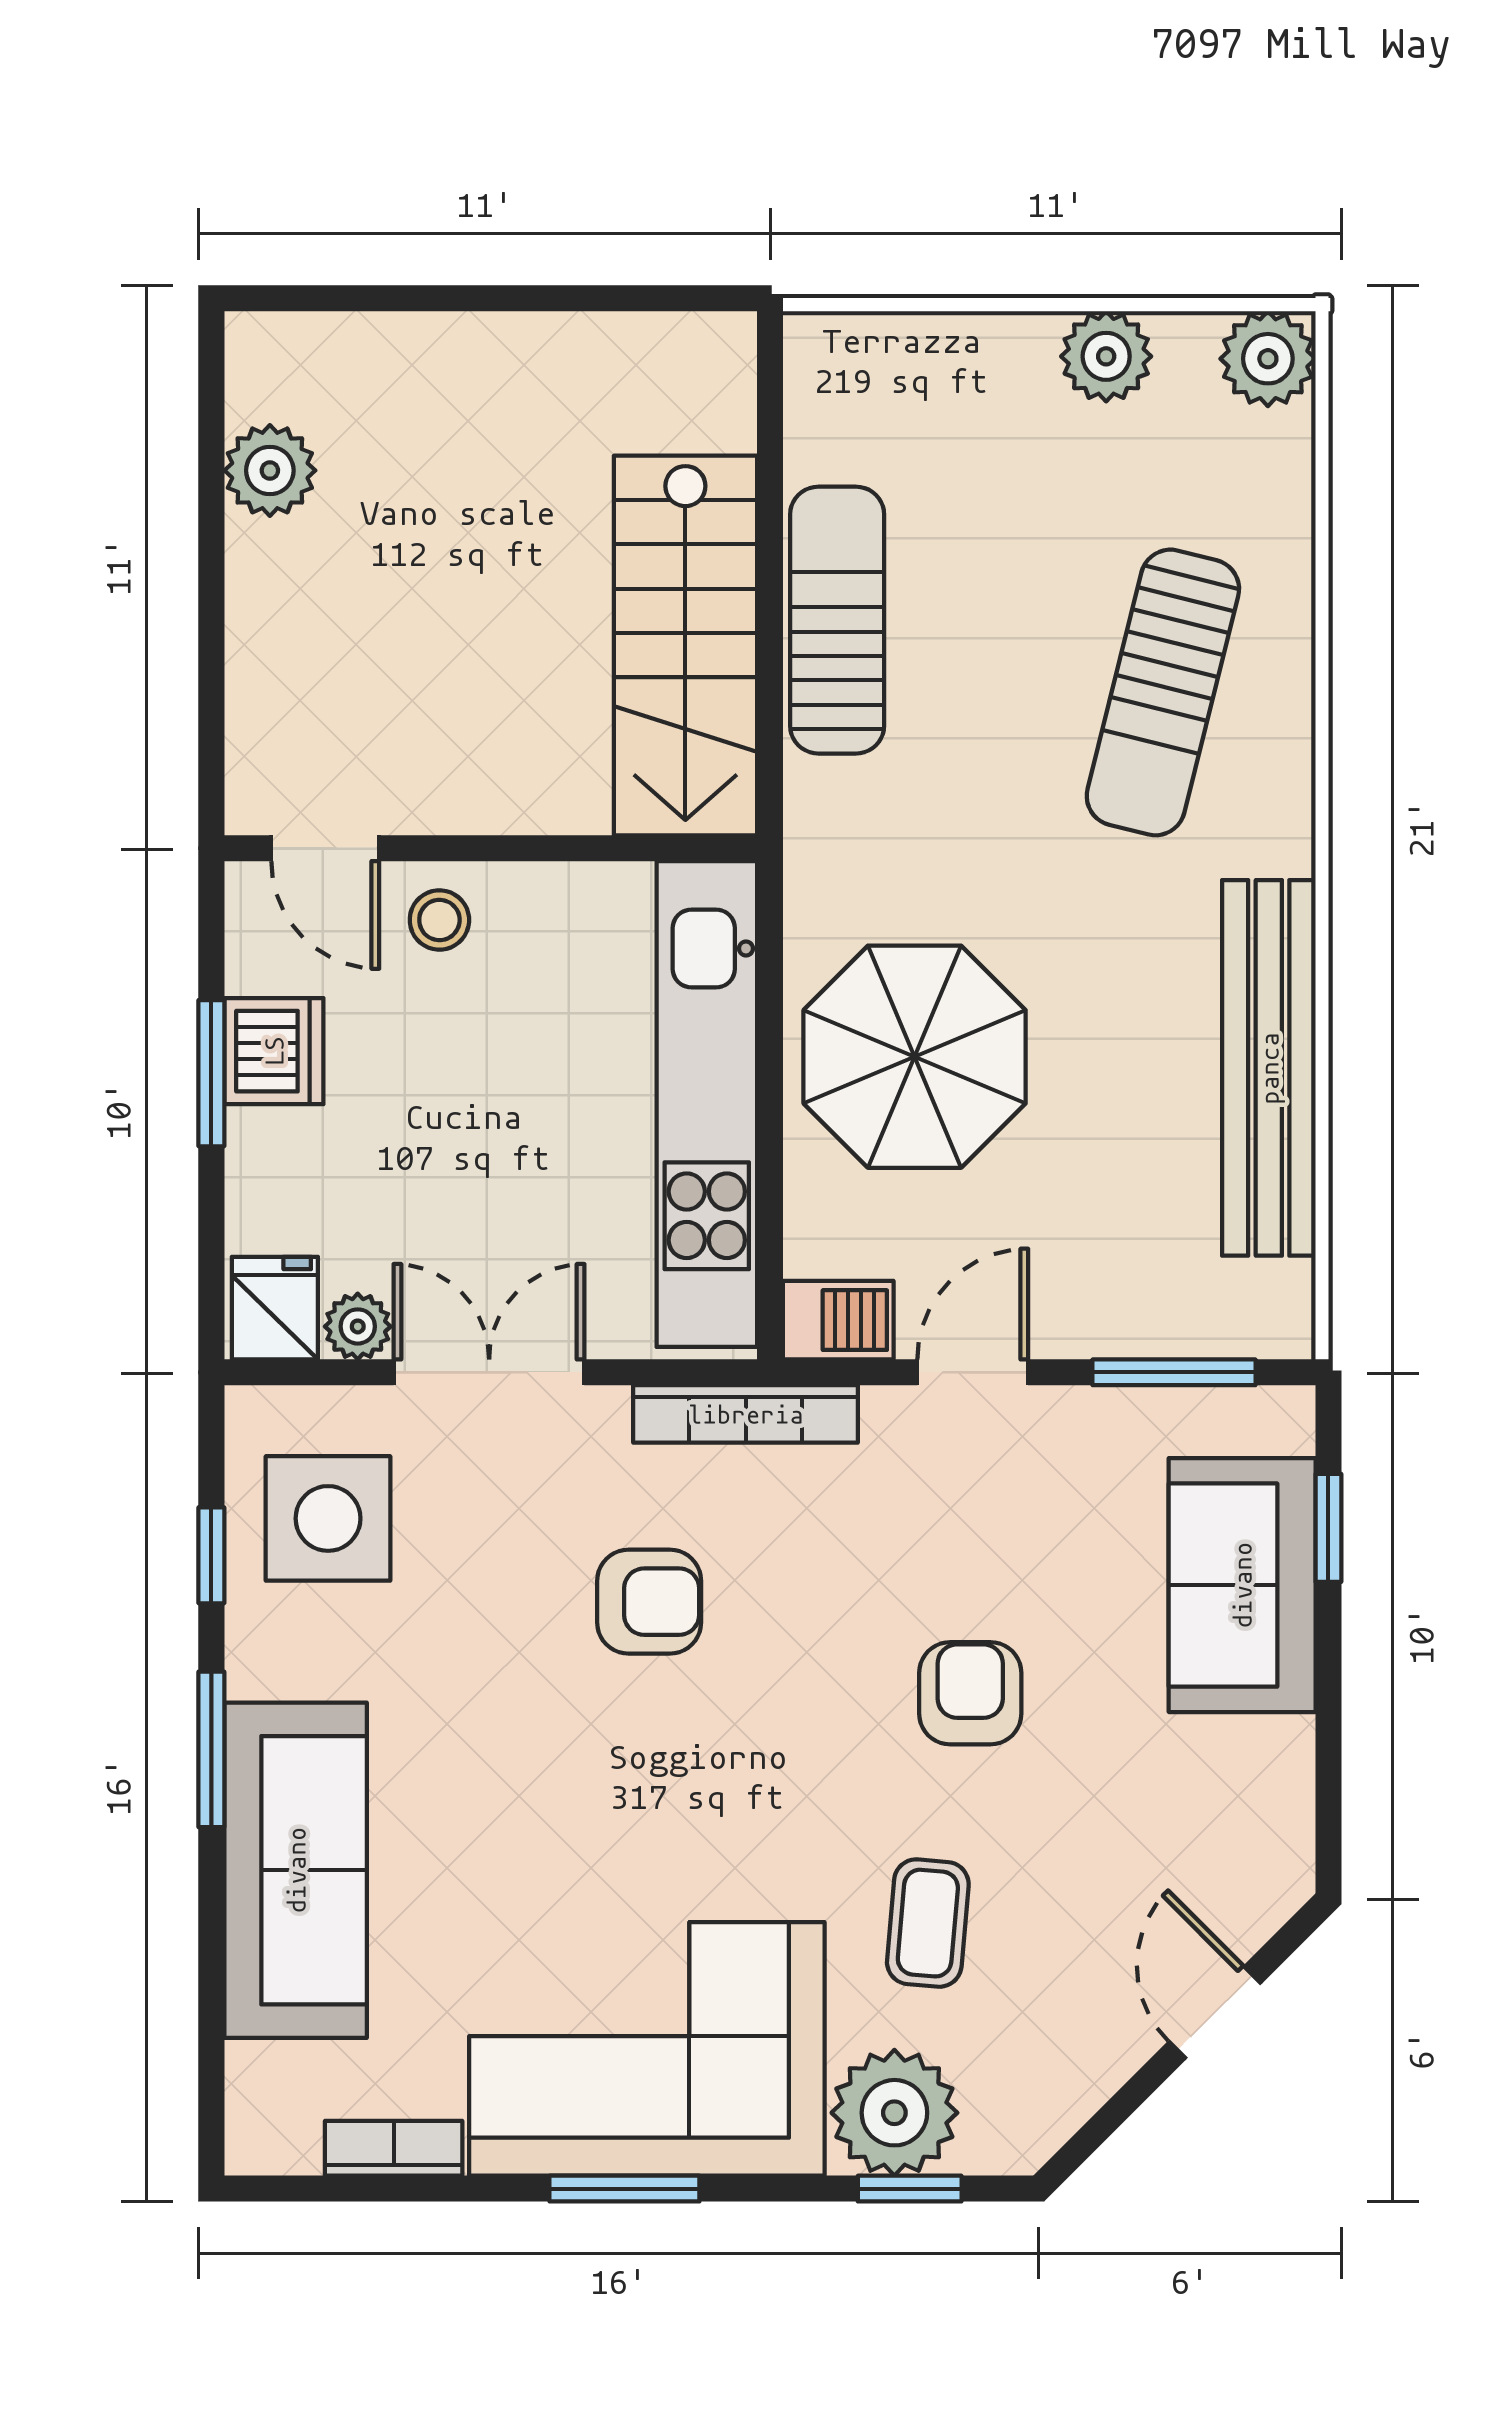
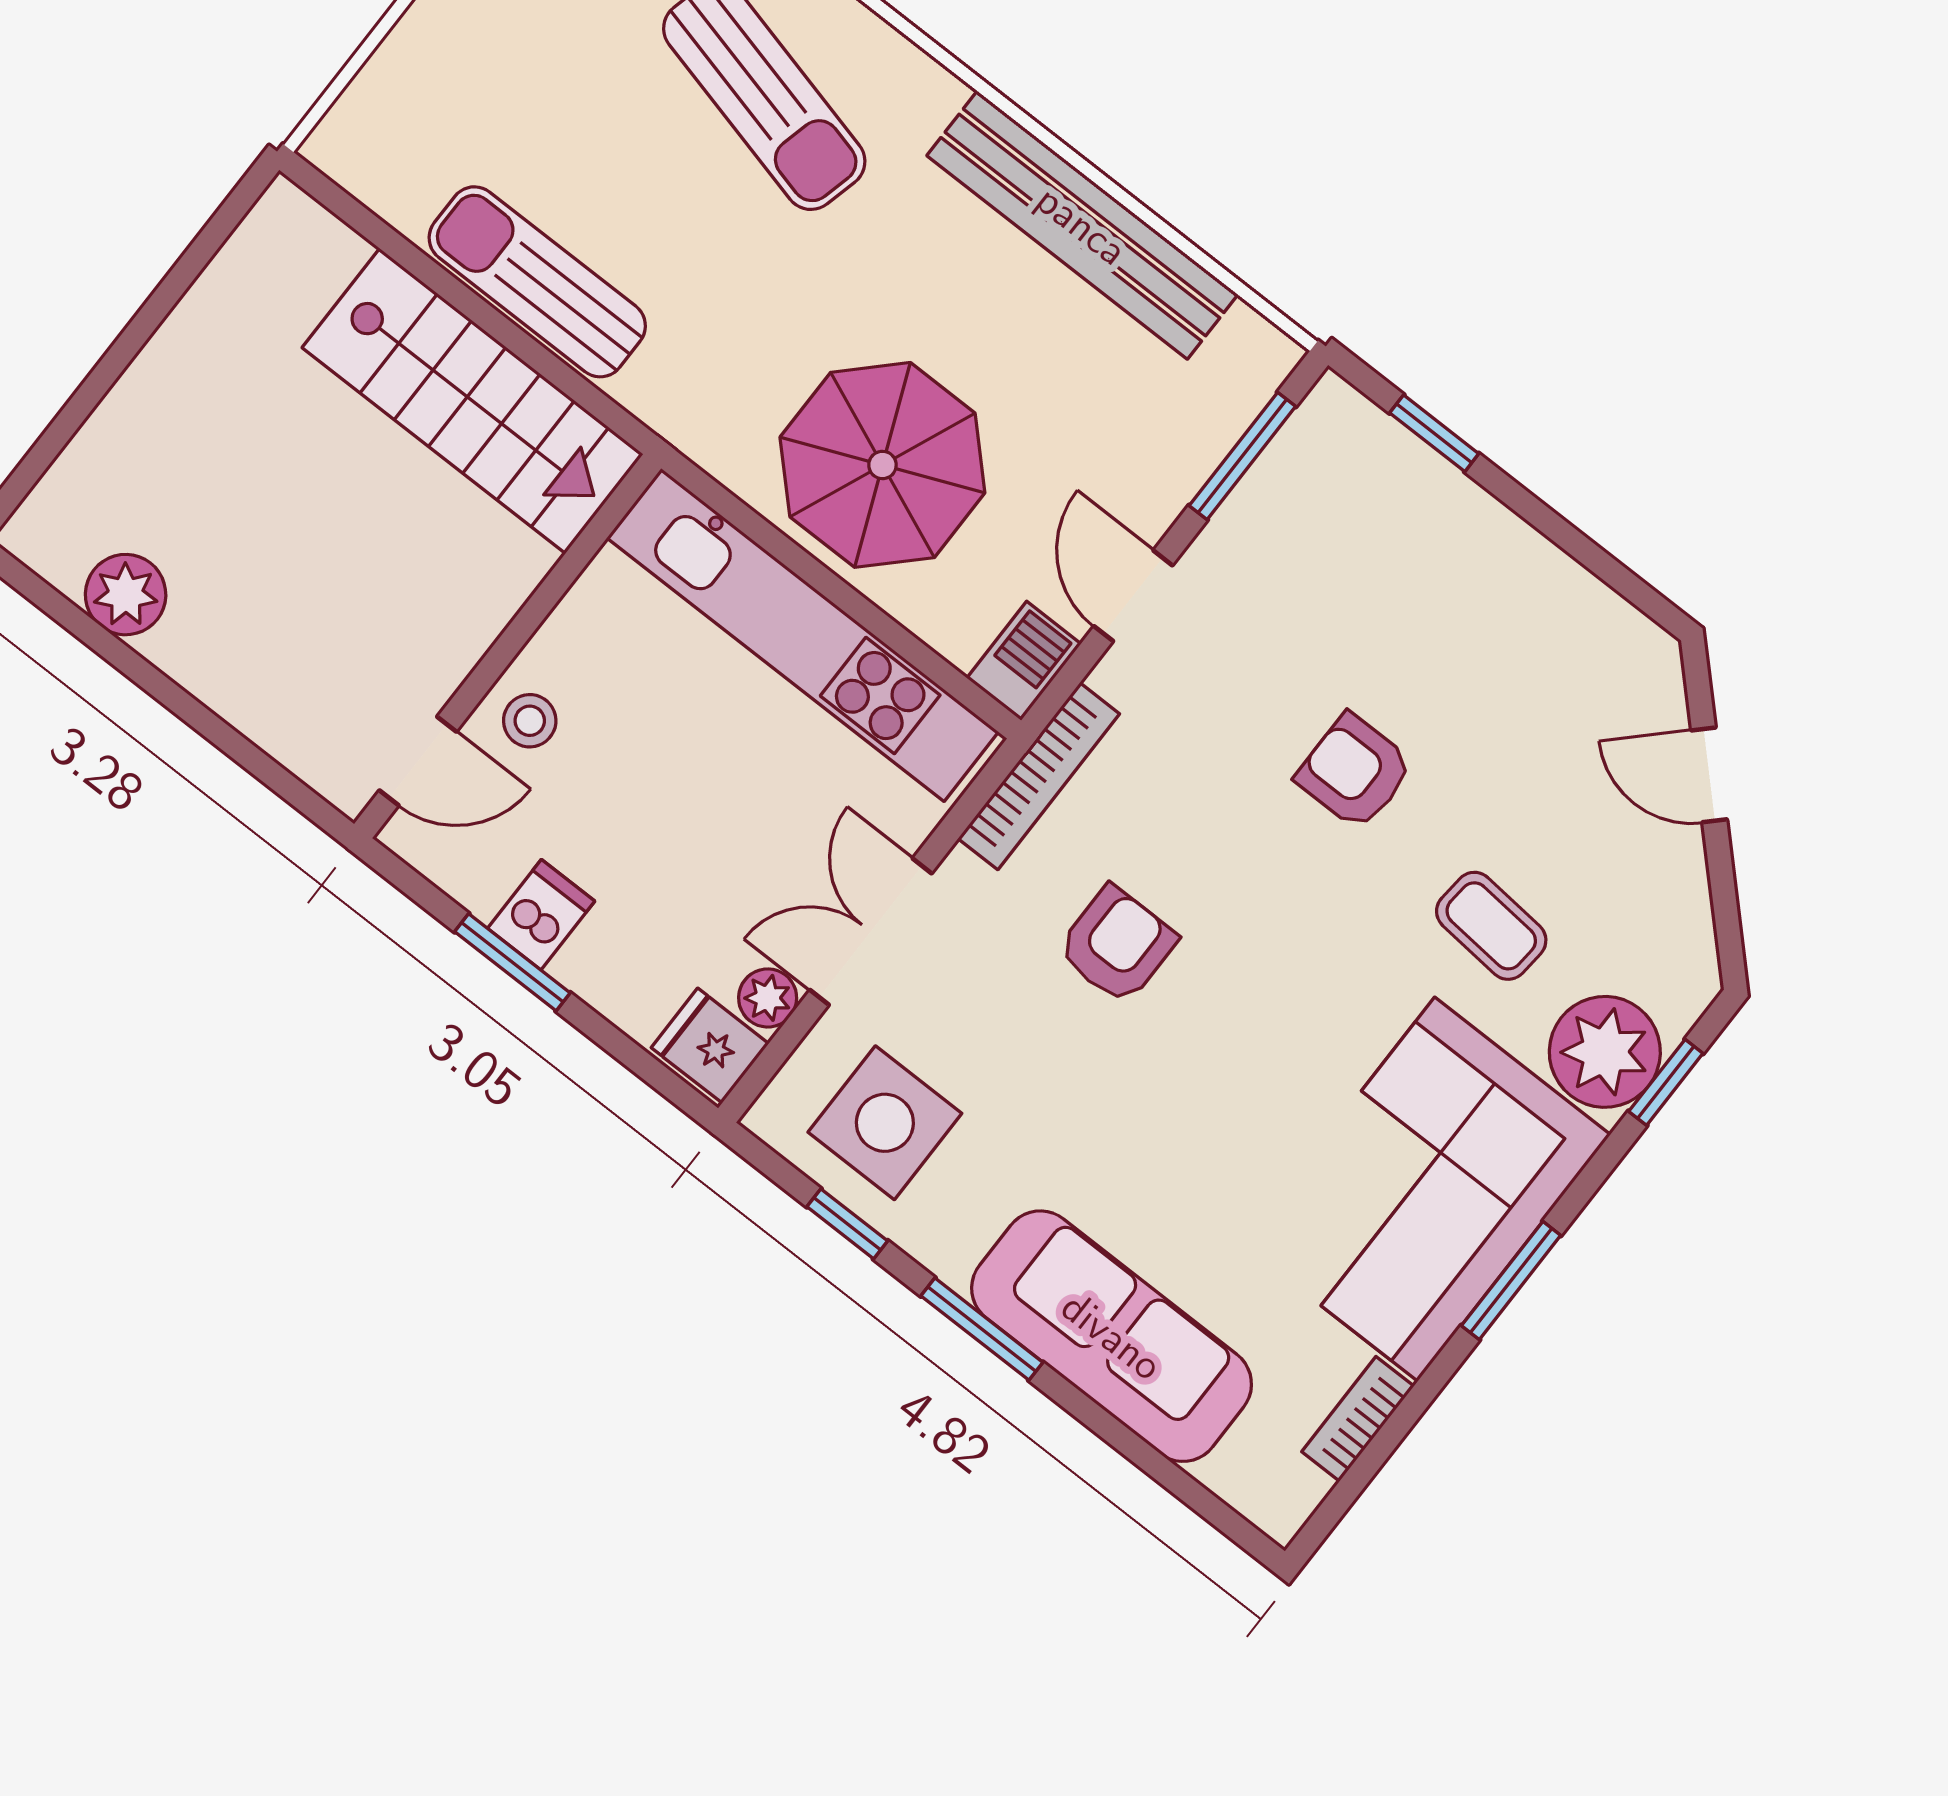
dishwasher: (274, 1051) -> (541, 915), width x0.73
sofa: (1242, 1585) -> (1427, 524), removed

